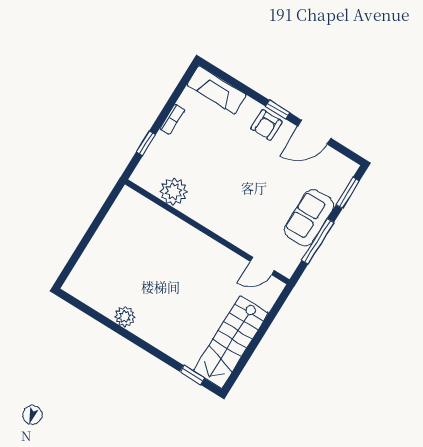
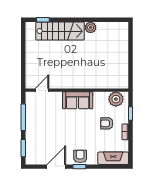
armchair: (193, 151) -> (107, 123), added
plant: (174, 192) -> (116, 99), moved
sofa: (309, 218) -> (78, 100), moved, turned 90
stairs: (231, 342) -> (60, 31), moved, turned 90

